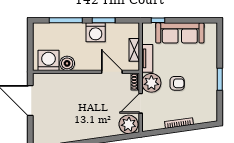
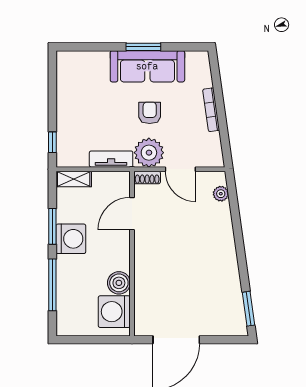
sofa: (180, 33) -> (147, 66), moved, turned 90
shelving: (134, 50) -> (74, 179), moved
plant: (128, 124) -> (221, 194), width x0.53, depth x0.53

